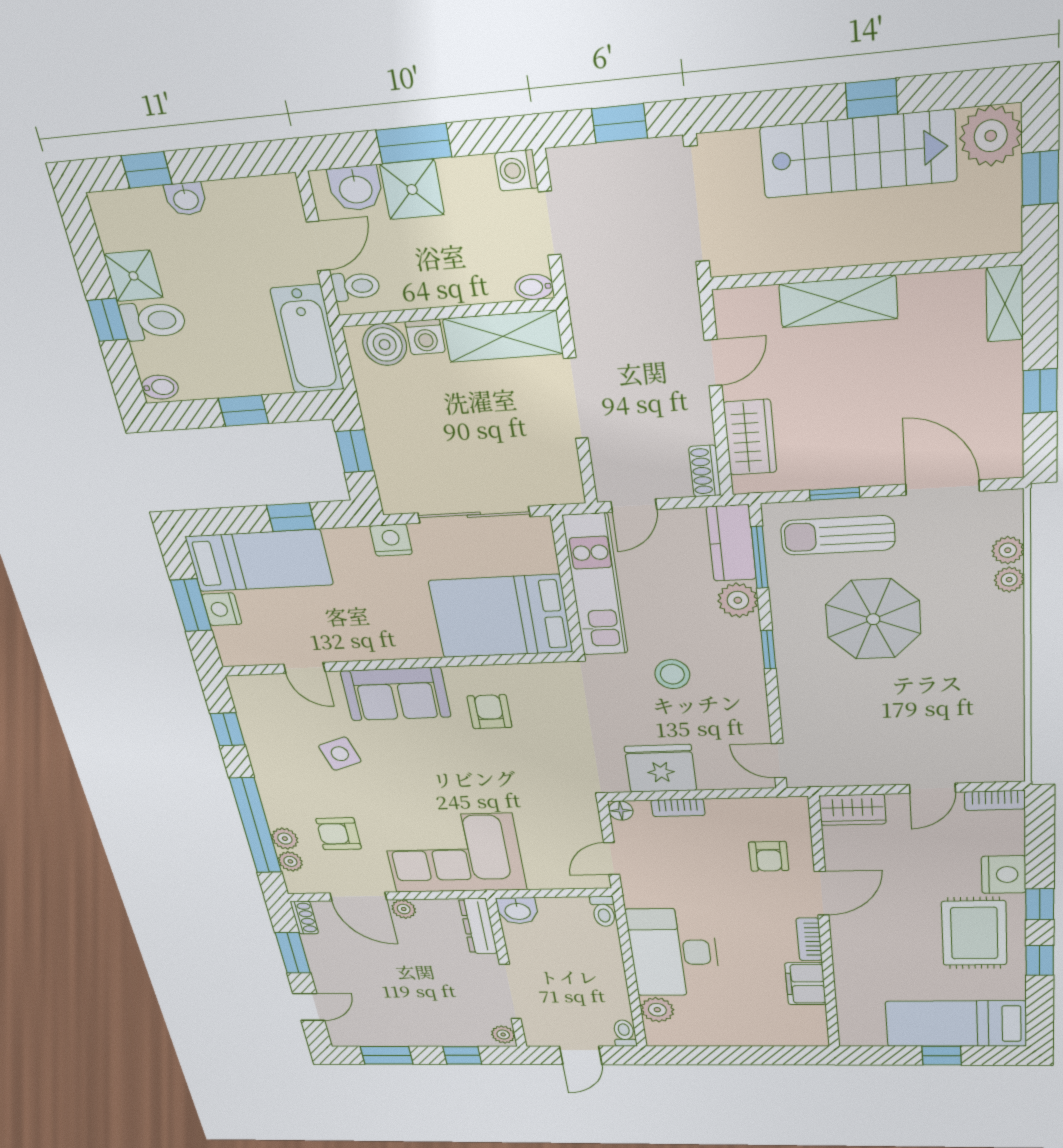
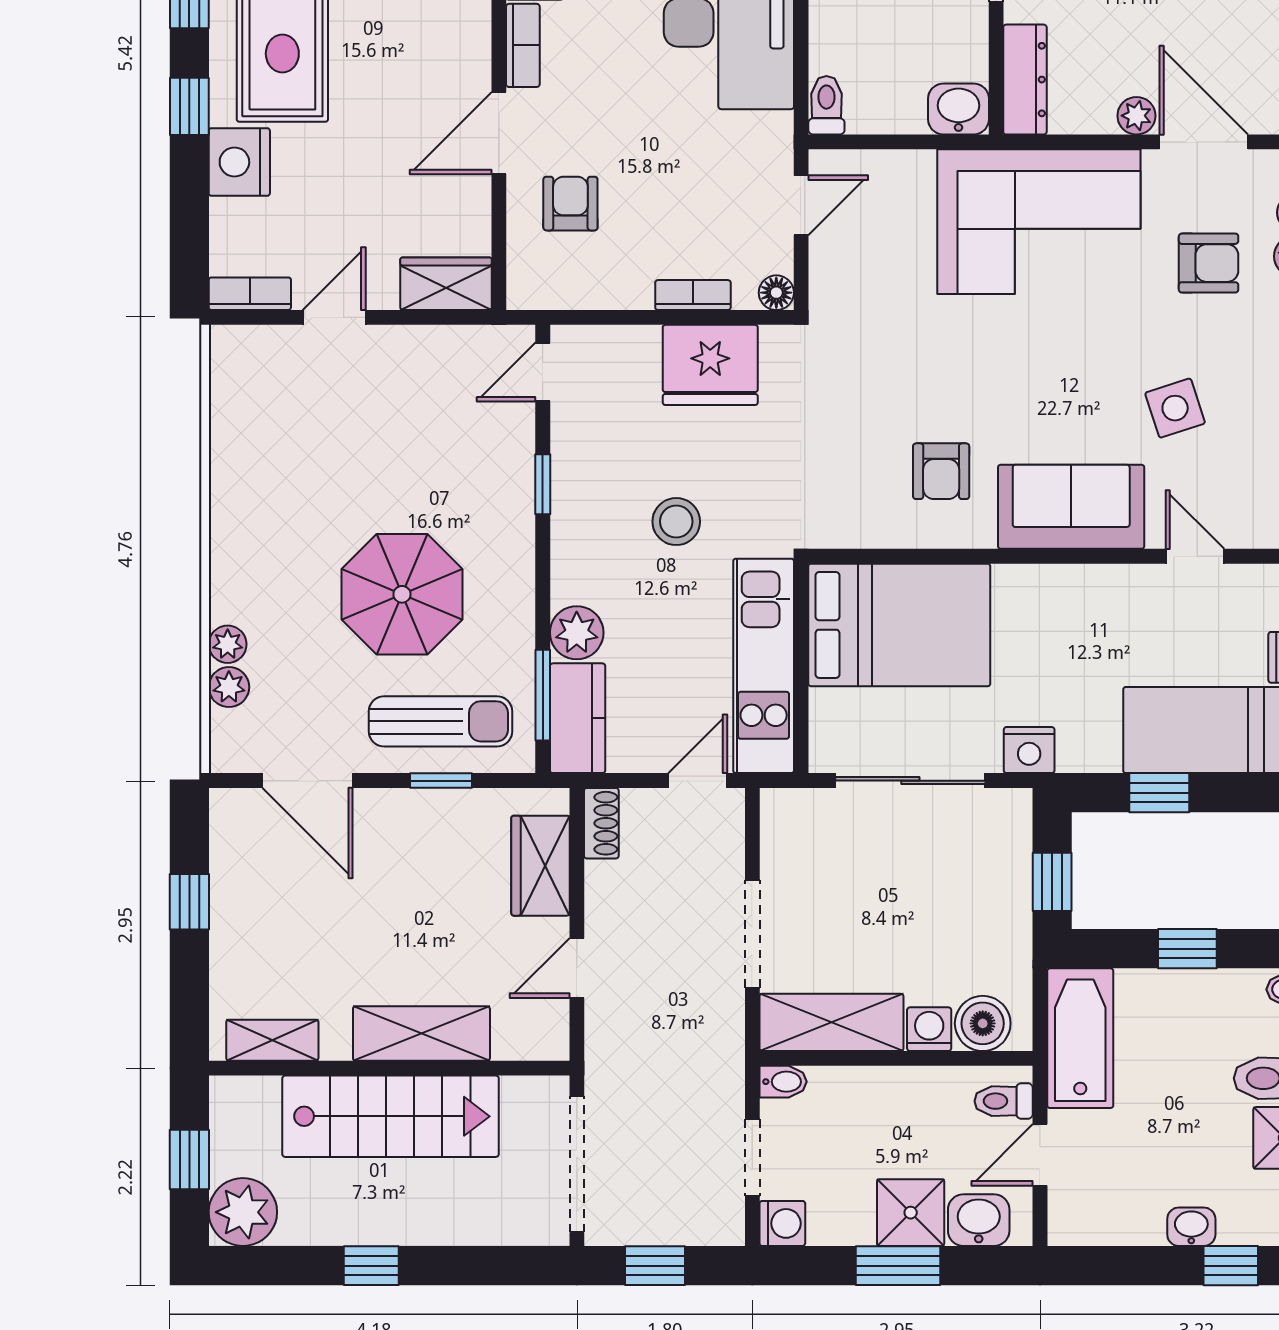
stairs: (858, 154) -> (391, 1116), moved, turned 180
shelving: (1005, 304) -> (272, 1040), moved, turned 90
window: (768, 650) -> (543, 484), moved
door: (779, 761) -> (543, 372), swing flipped

